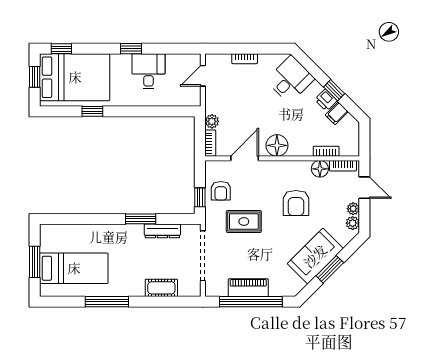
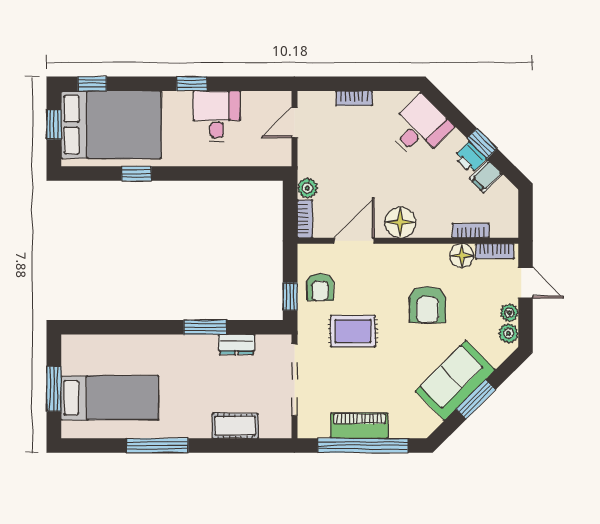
dresser: (162, 231) -> (237, 344), width x0.70

